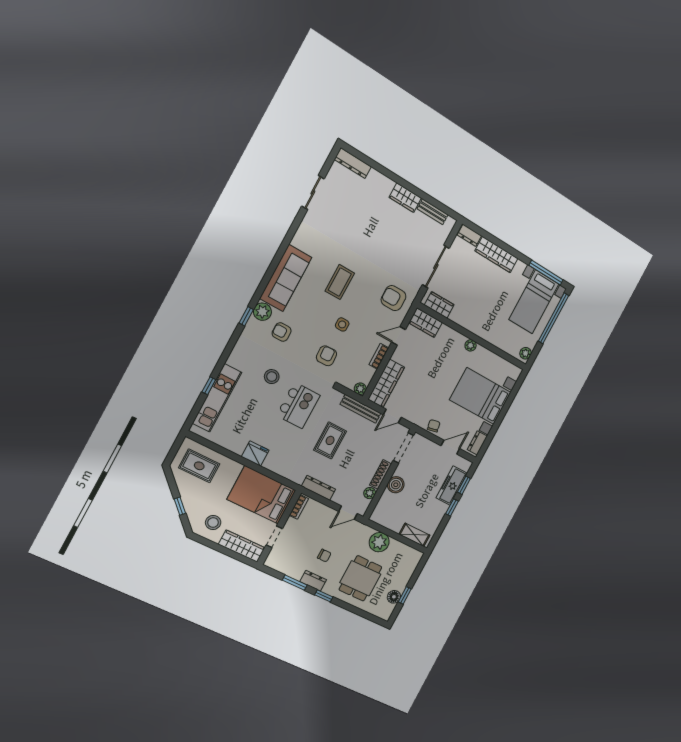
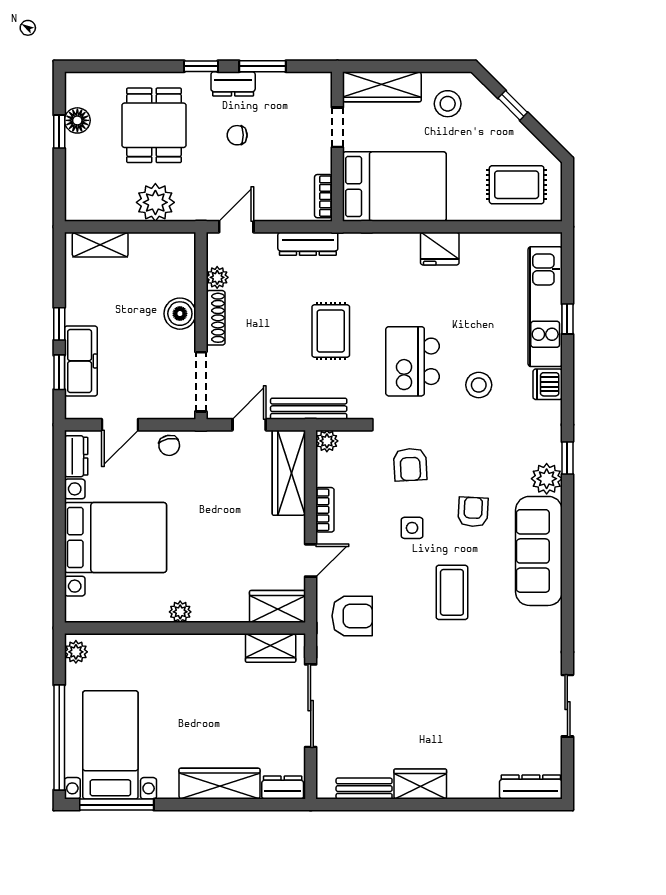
armchair: (282, 332) -> (473, 512), moved, turned -87
dishwasher: (237, 358) -> (548, 384), added

